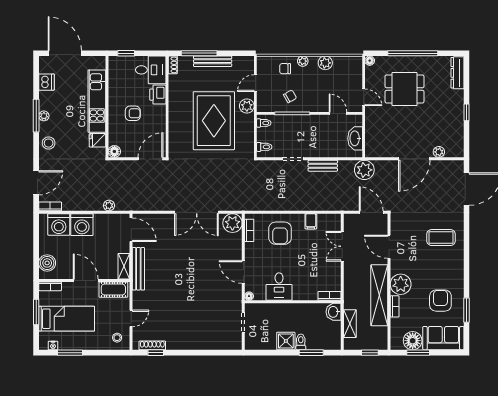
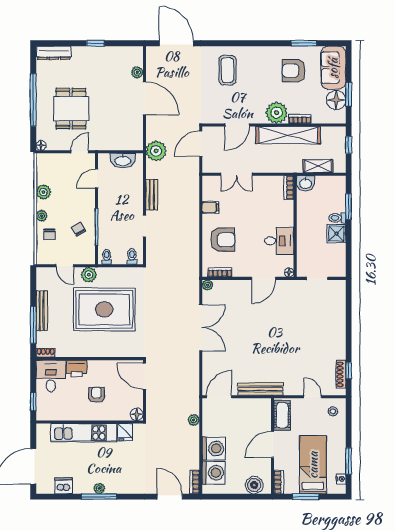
stool: (49, 143) -> (128, 484), removed
plant: (232, 223) -> (208, 285), width x0.53, depth x0.53
shelving: (124, 266) -> (258, 404), removed

